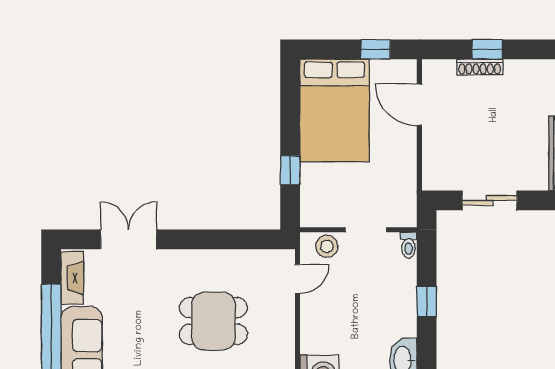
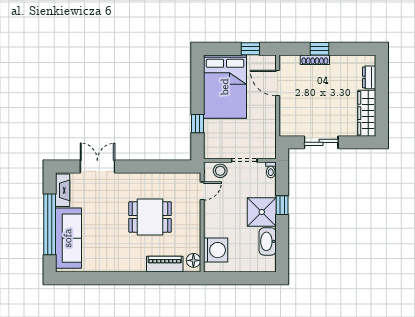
shower: (394, 313) -> (262, 212), added

